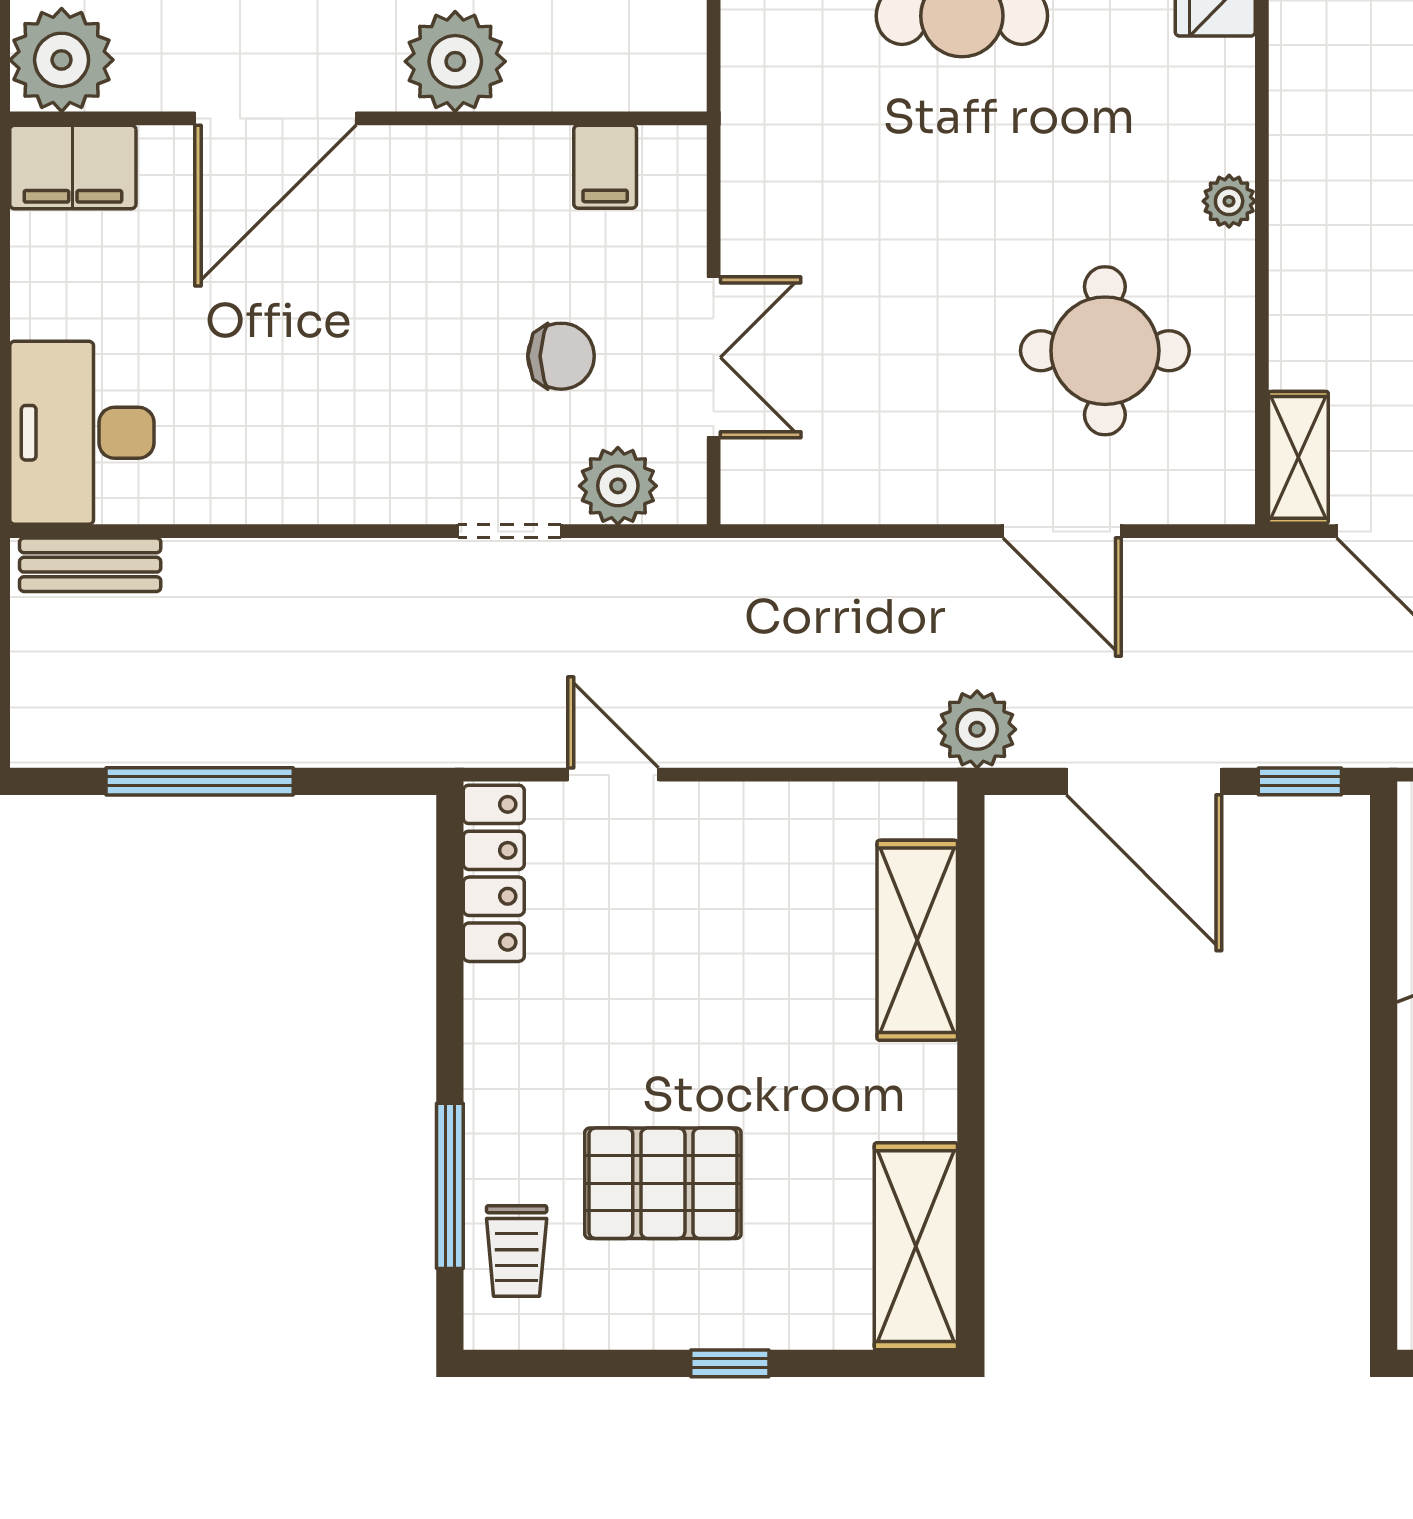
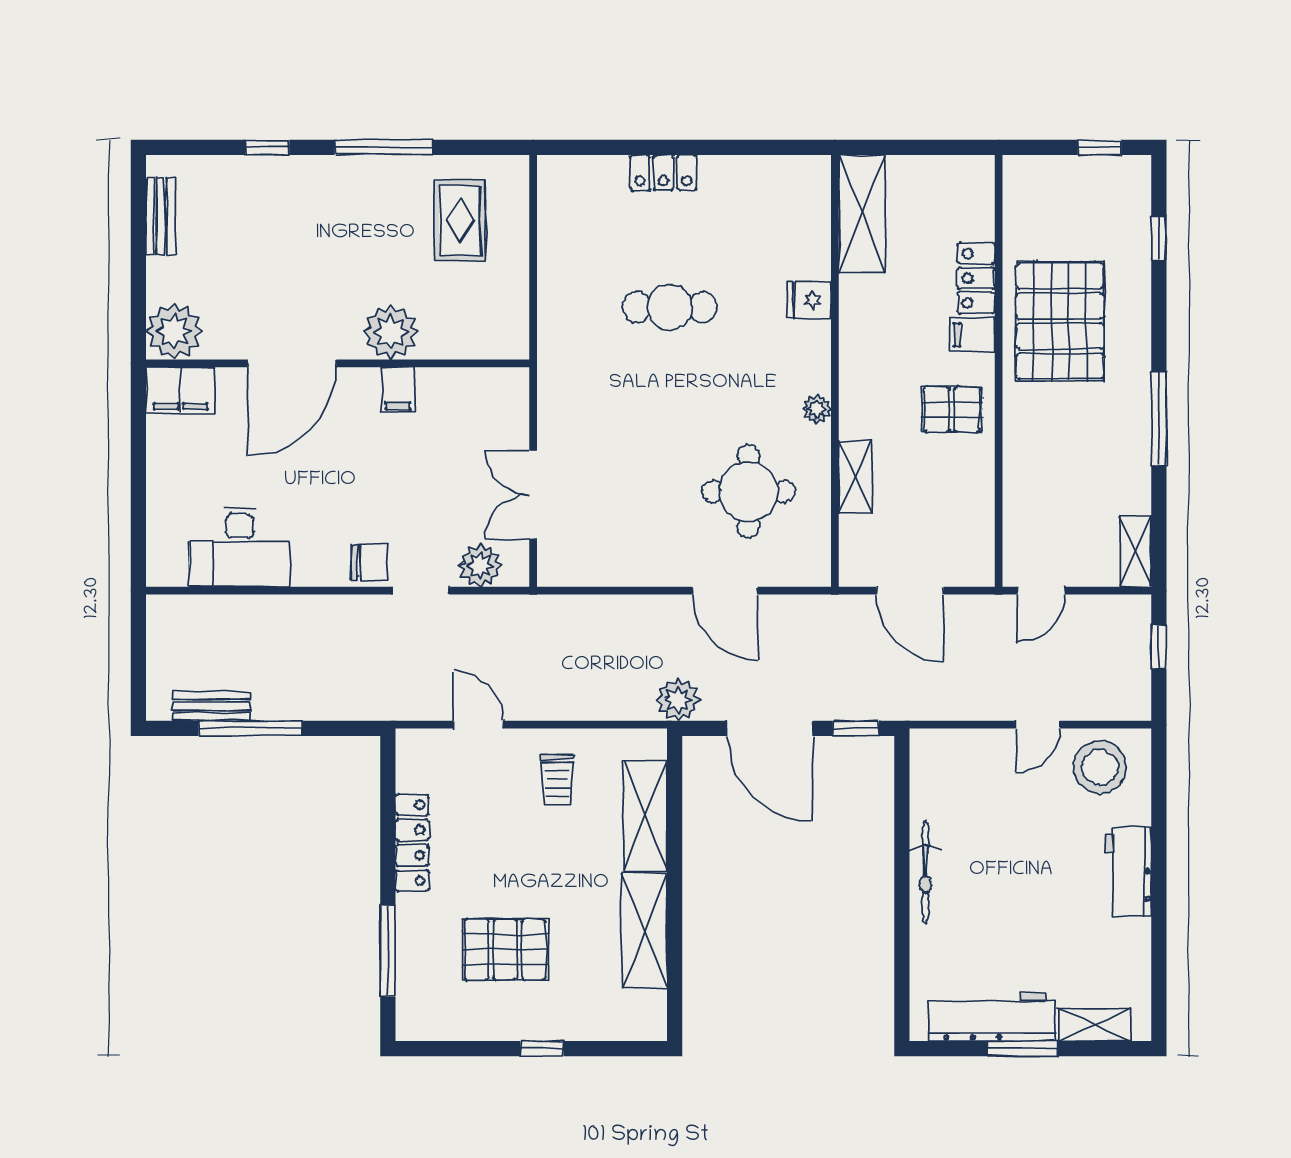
filing cabinet: (605, 167) -> (398, 390), moved
chair: (561, 356) -> (370, 562), moved
double door: (714, 357) -> (533, 495), swing flipped
desk: (82, 433) -> (240, 547), moved, turned -90
shelving: (1298, 457) -> (855, 477), moved
bench: (90, 565) -> (212, 706), moved
locker: (494, 873) -> (412, 843), moved
shelving: (916, 1246) -> (644, 931), moved
trolley: (517, 1251) -> (557, 780), moved

